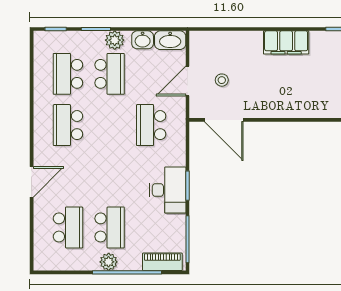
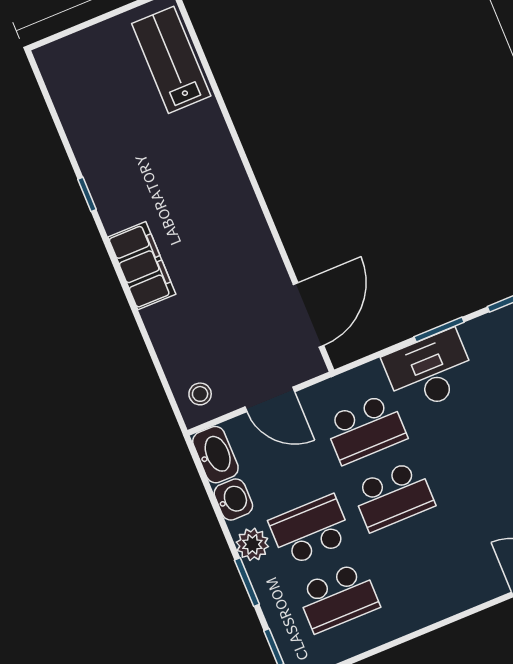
stool: (222, 80) -> (200, 394), moved
school desk: (68, 125) -> (393, 496), moved
desk: (168, 190) -> (430, 371), moved

